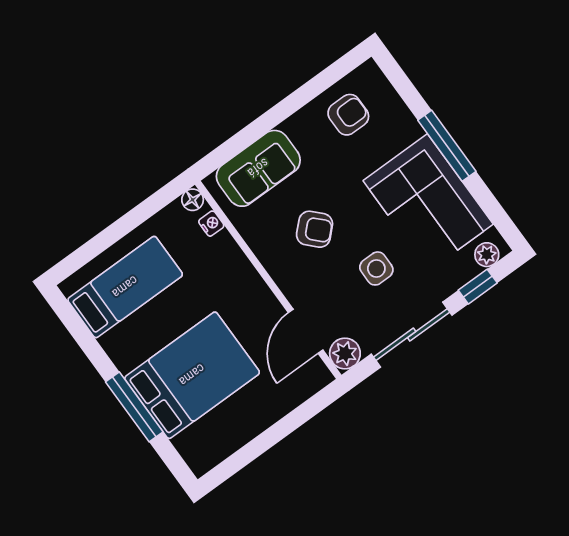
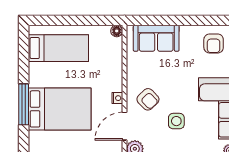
armchair: (348, 115) -> (214, 43), turned 90
nightstand: (211, 224) -> (117, 98), moved
armchair: (315, 229) -> (148, 99), moved

